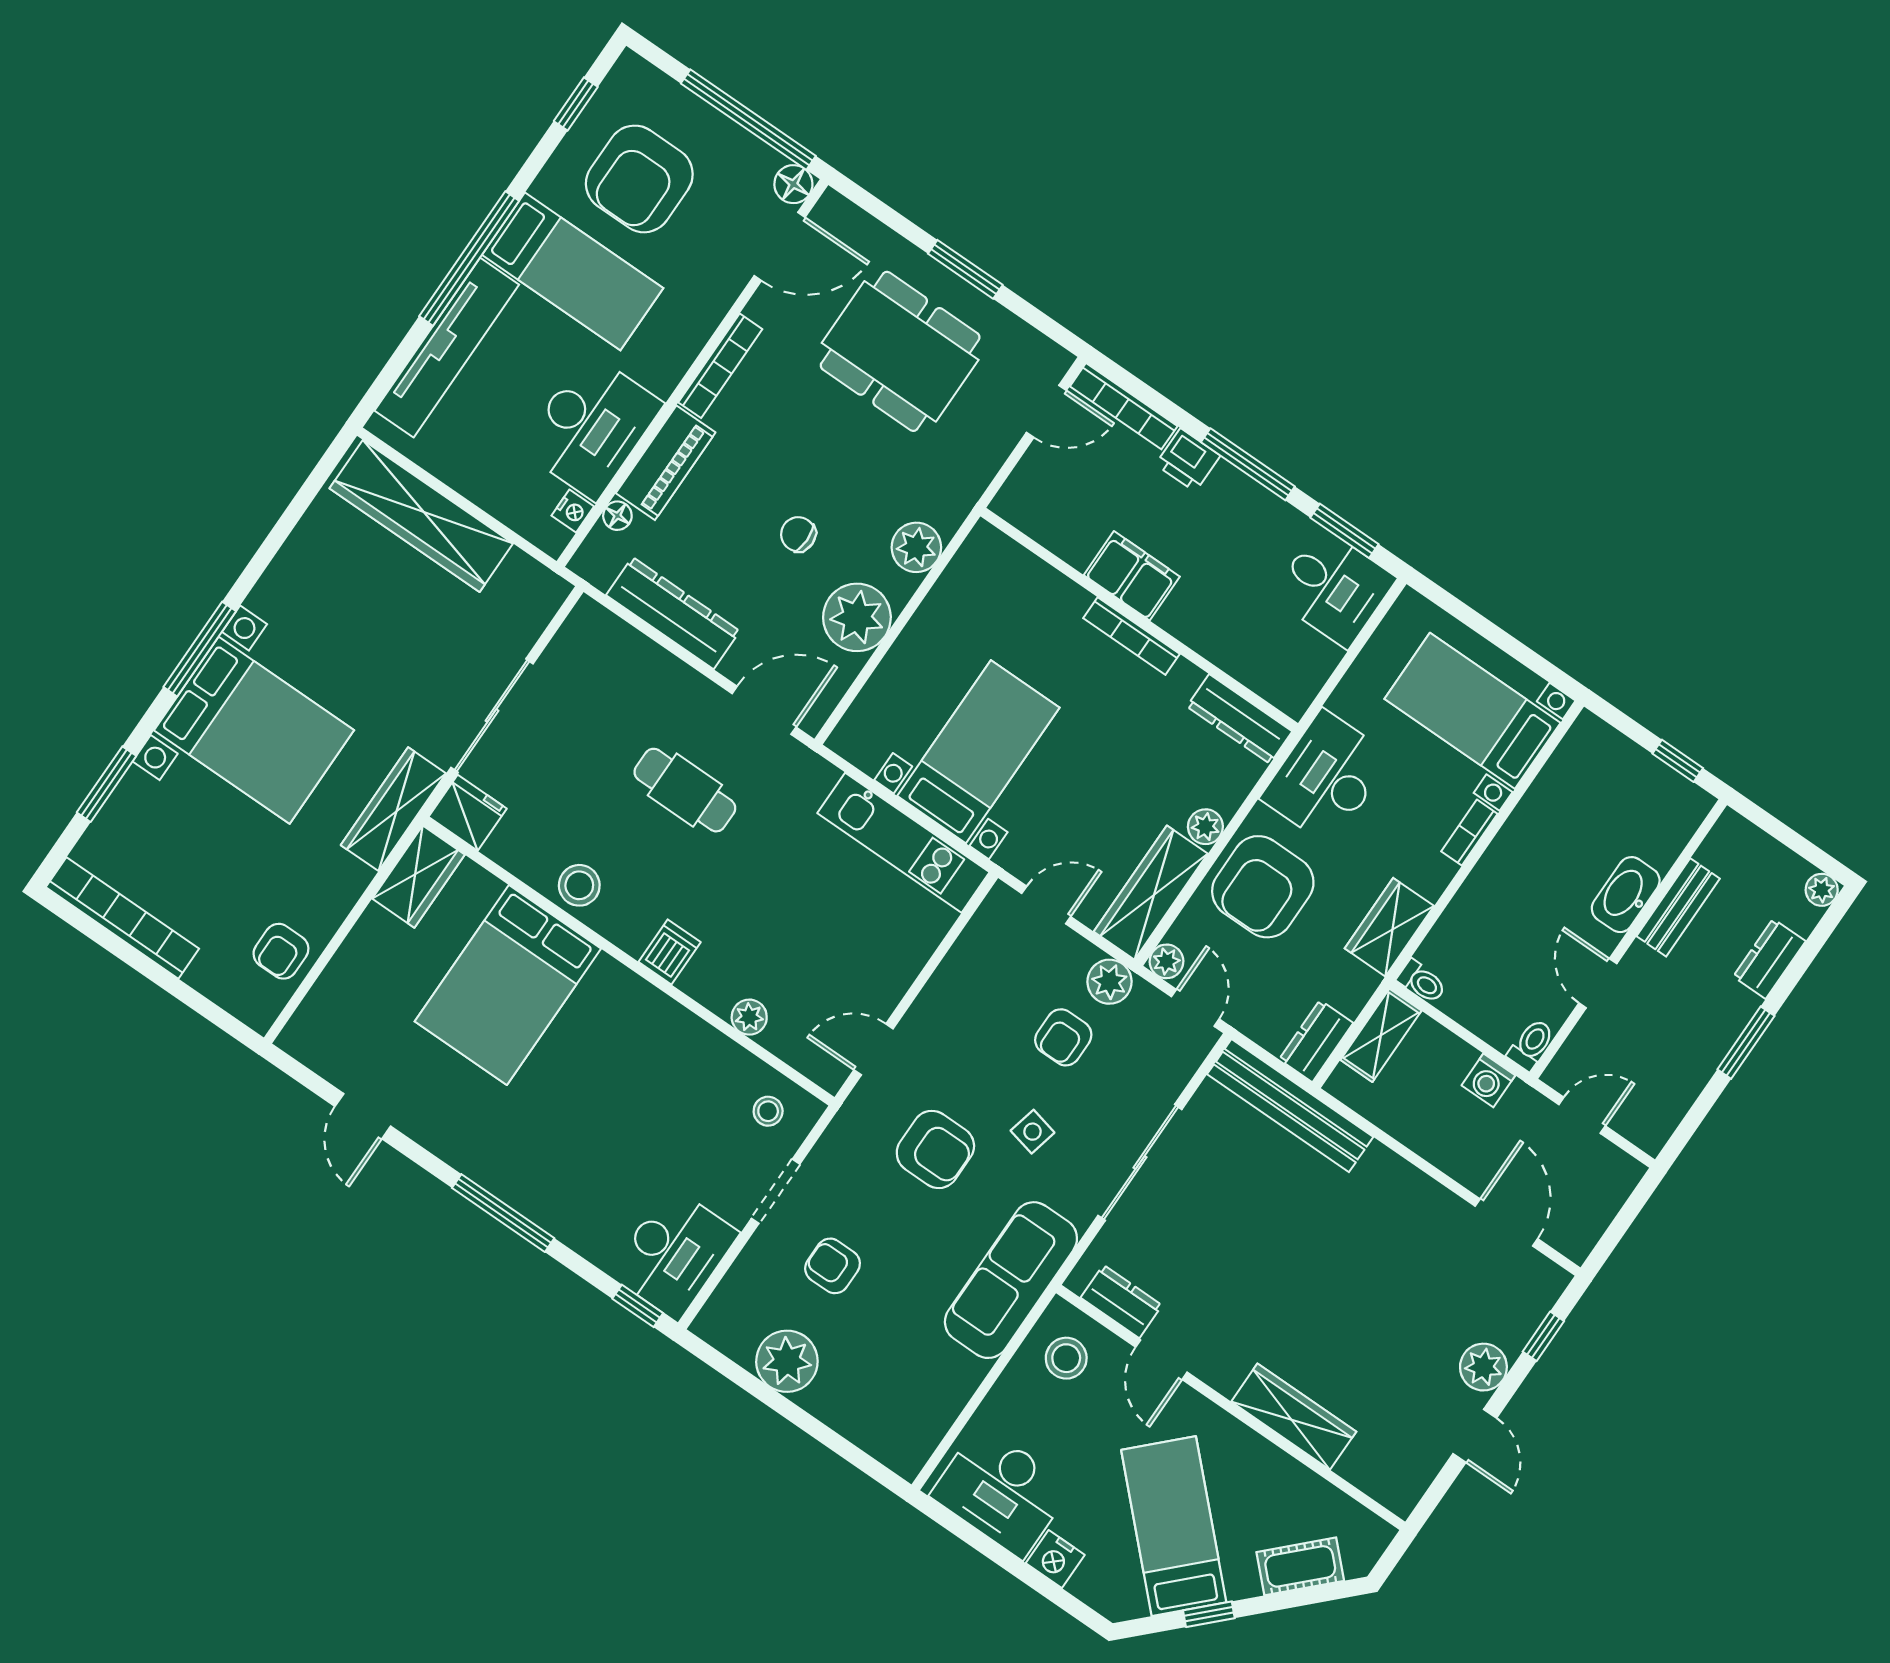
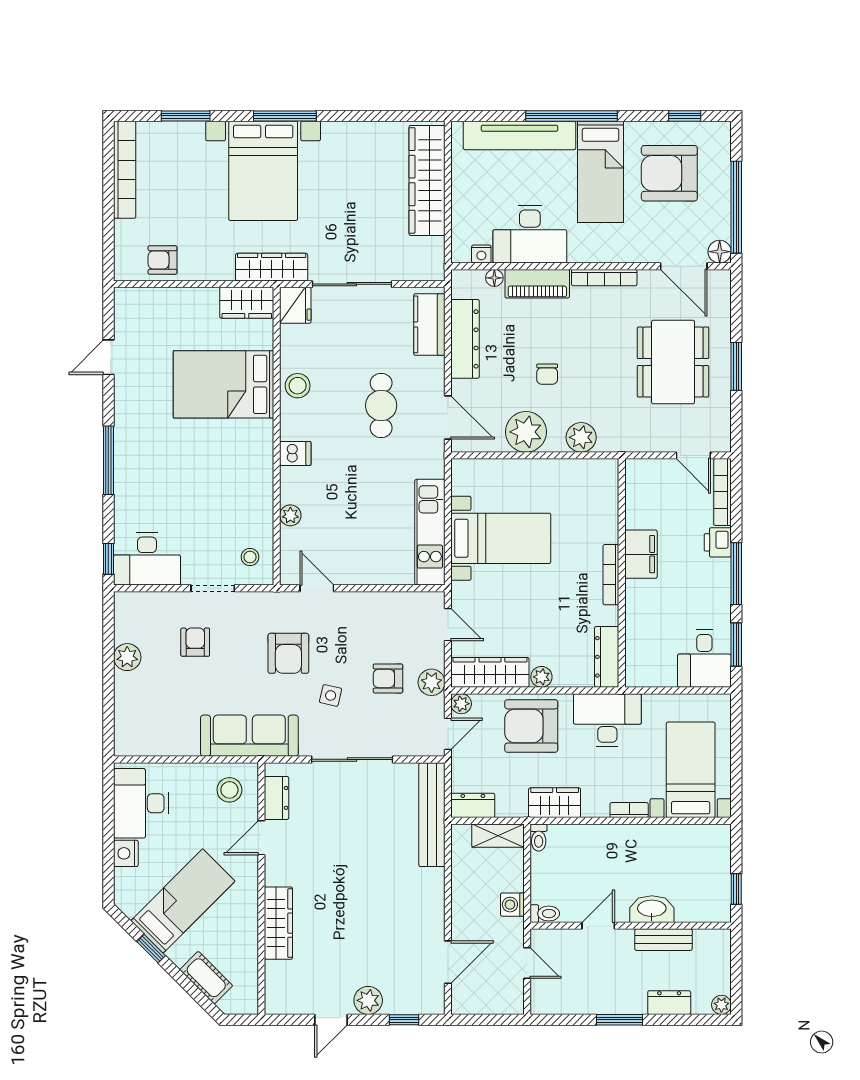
chair: (798, 534) -> (547, 374), turned 180
kitchen counter: (620, 648) -> (429, 324), added
plant: (787, 1361) -> (127, 657), width x0.73, depth x0.73

